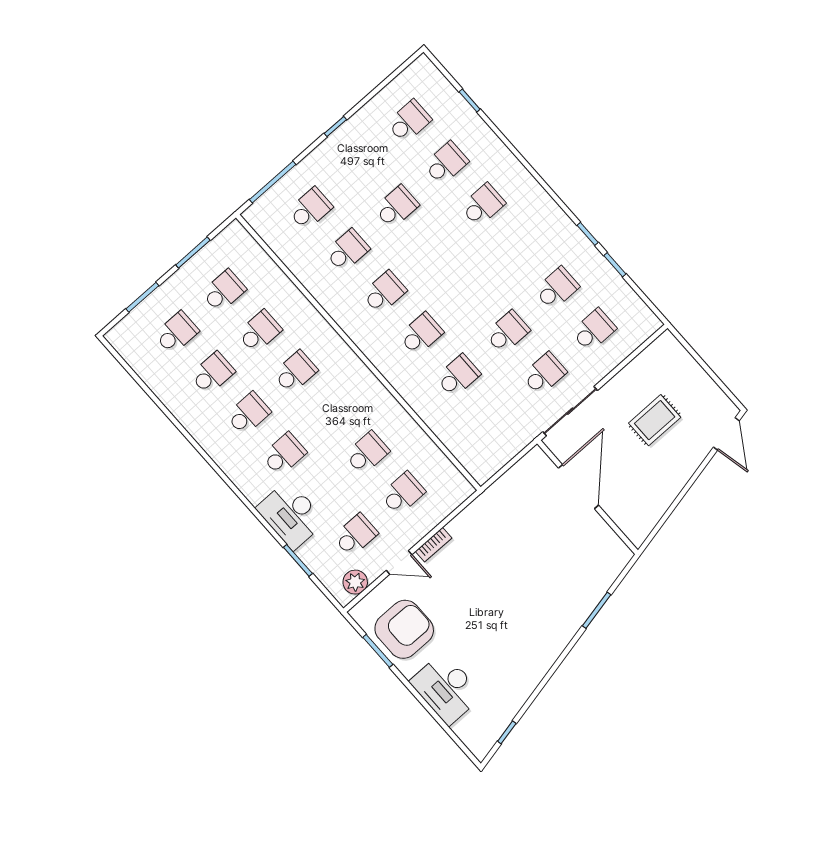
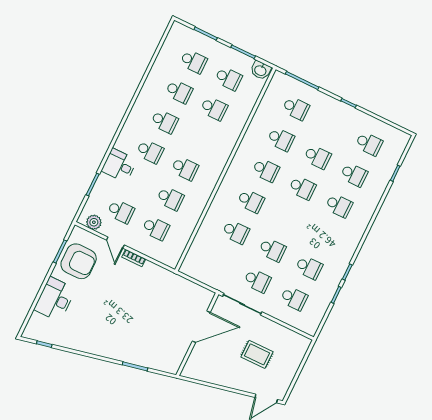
washbasin: (231, 238) -> (261, 70), added
school desk: (434, 249) -> (302, 188), added
school desk: (295, 372) -> (185, 168), moved
desk: (291, 515) -> (119, 165), width x0.73

